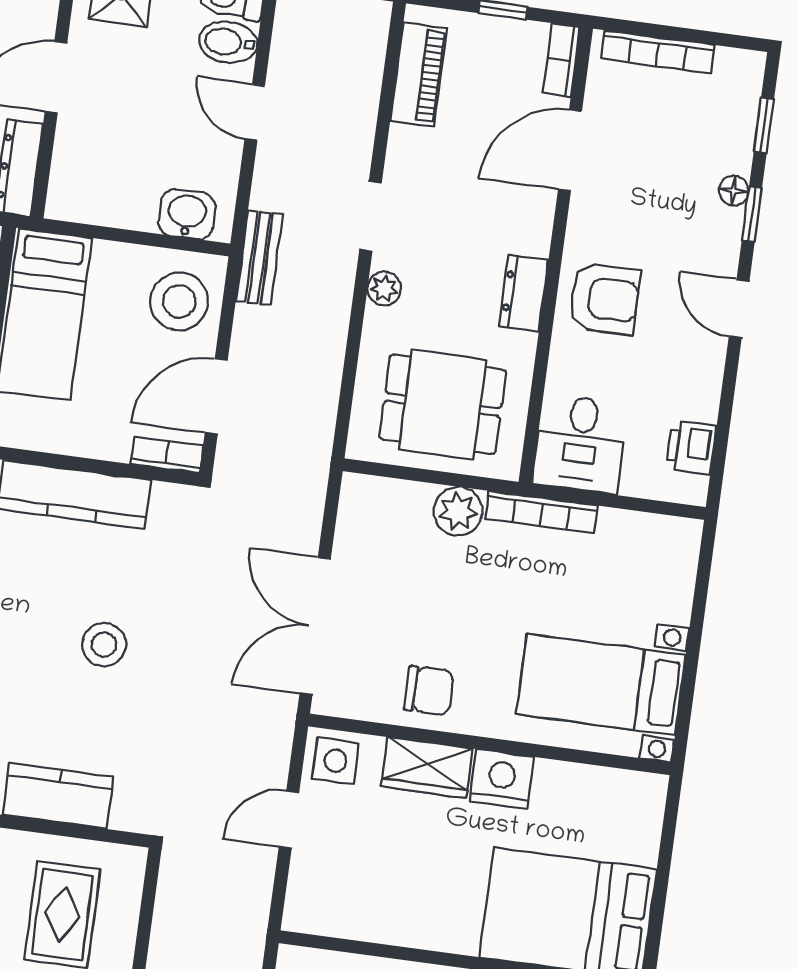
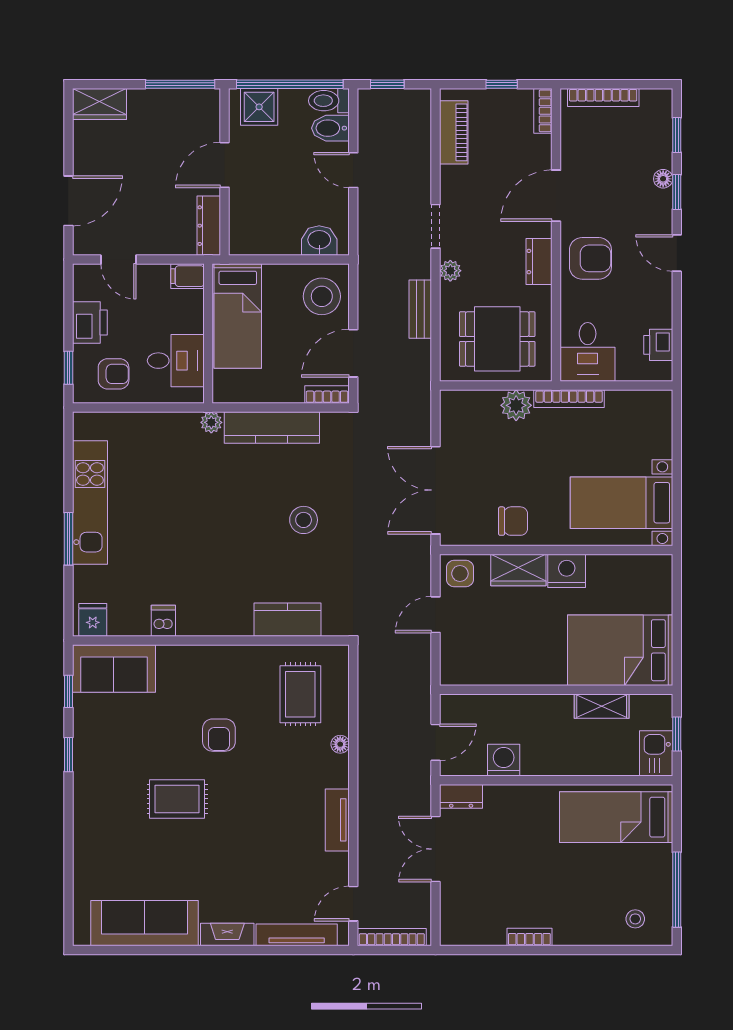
door: (570, 150) -> (556, 196), moved
bench: (259, 258) -> (420, 309), moved

